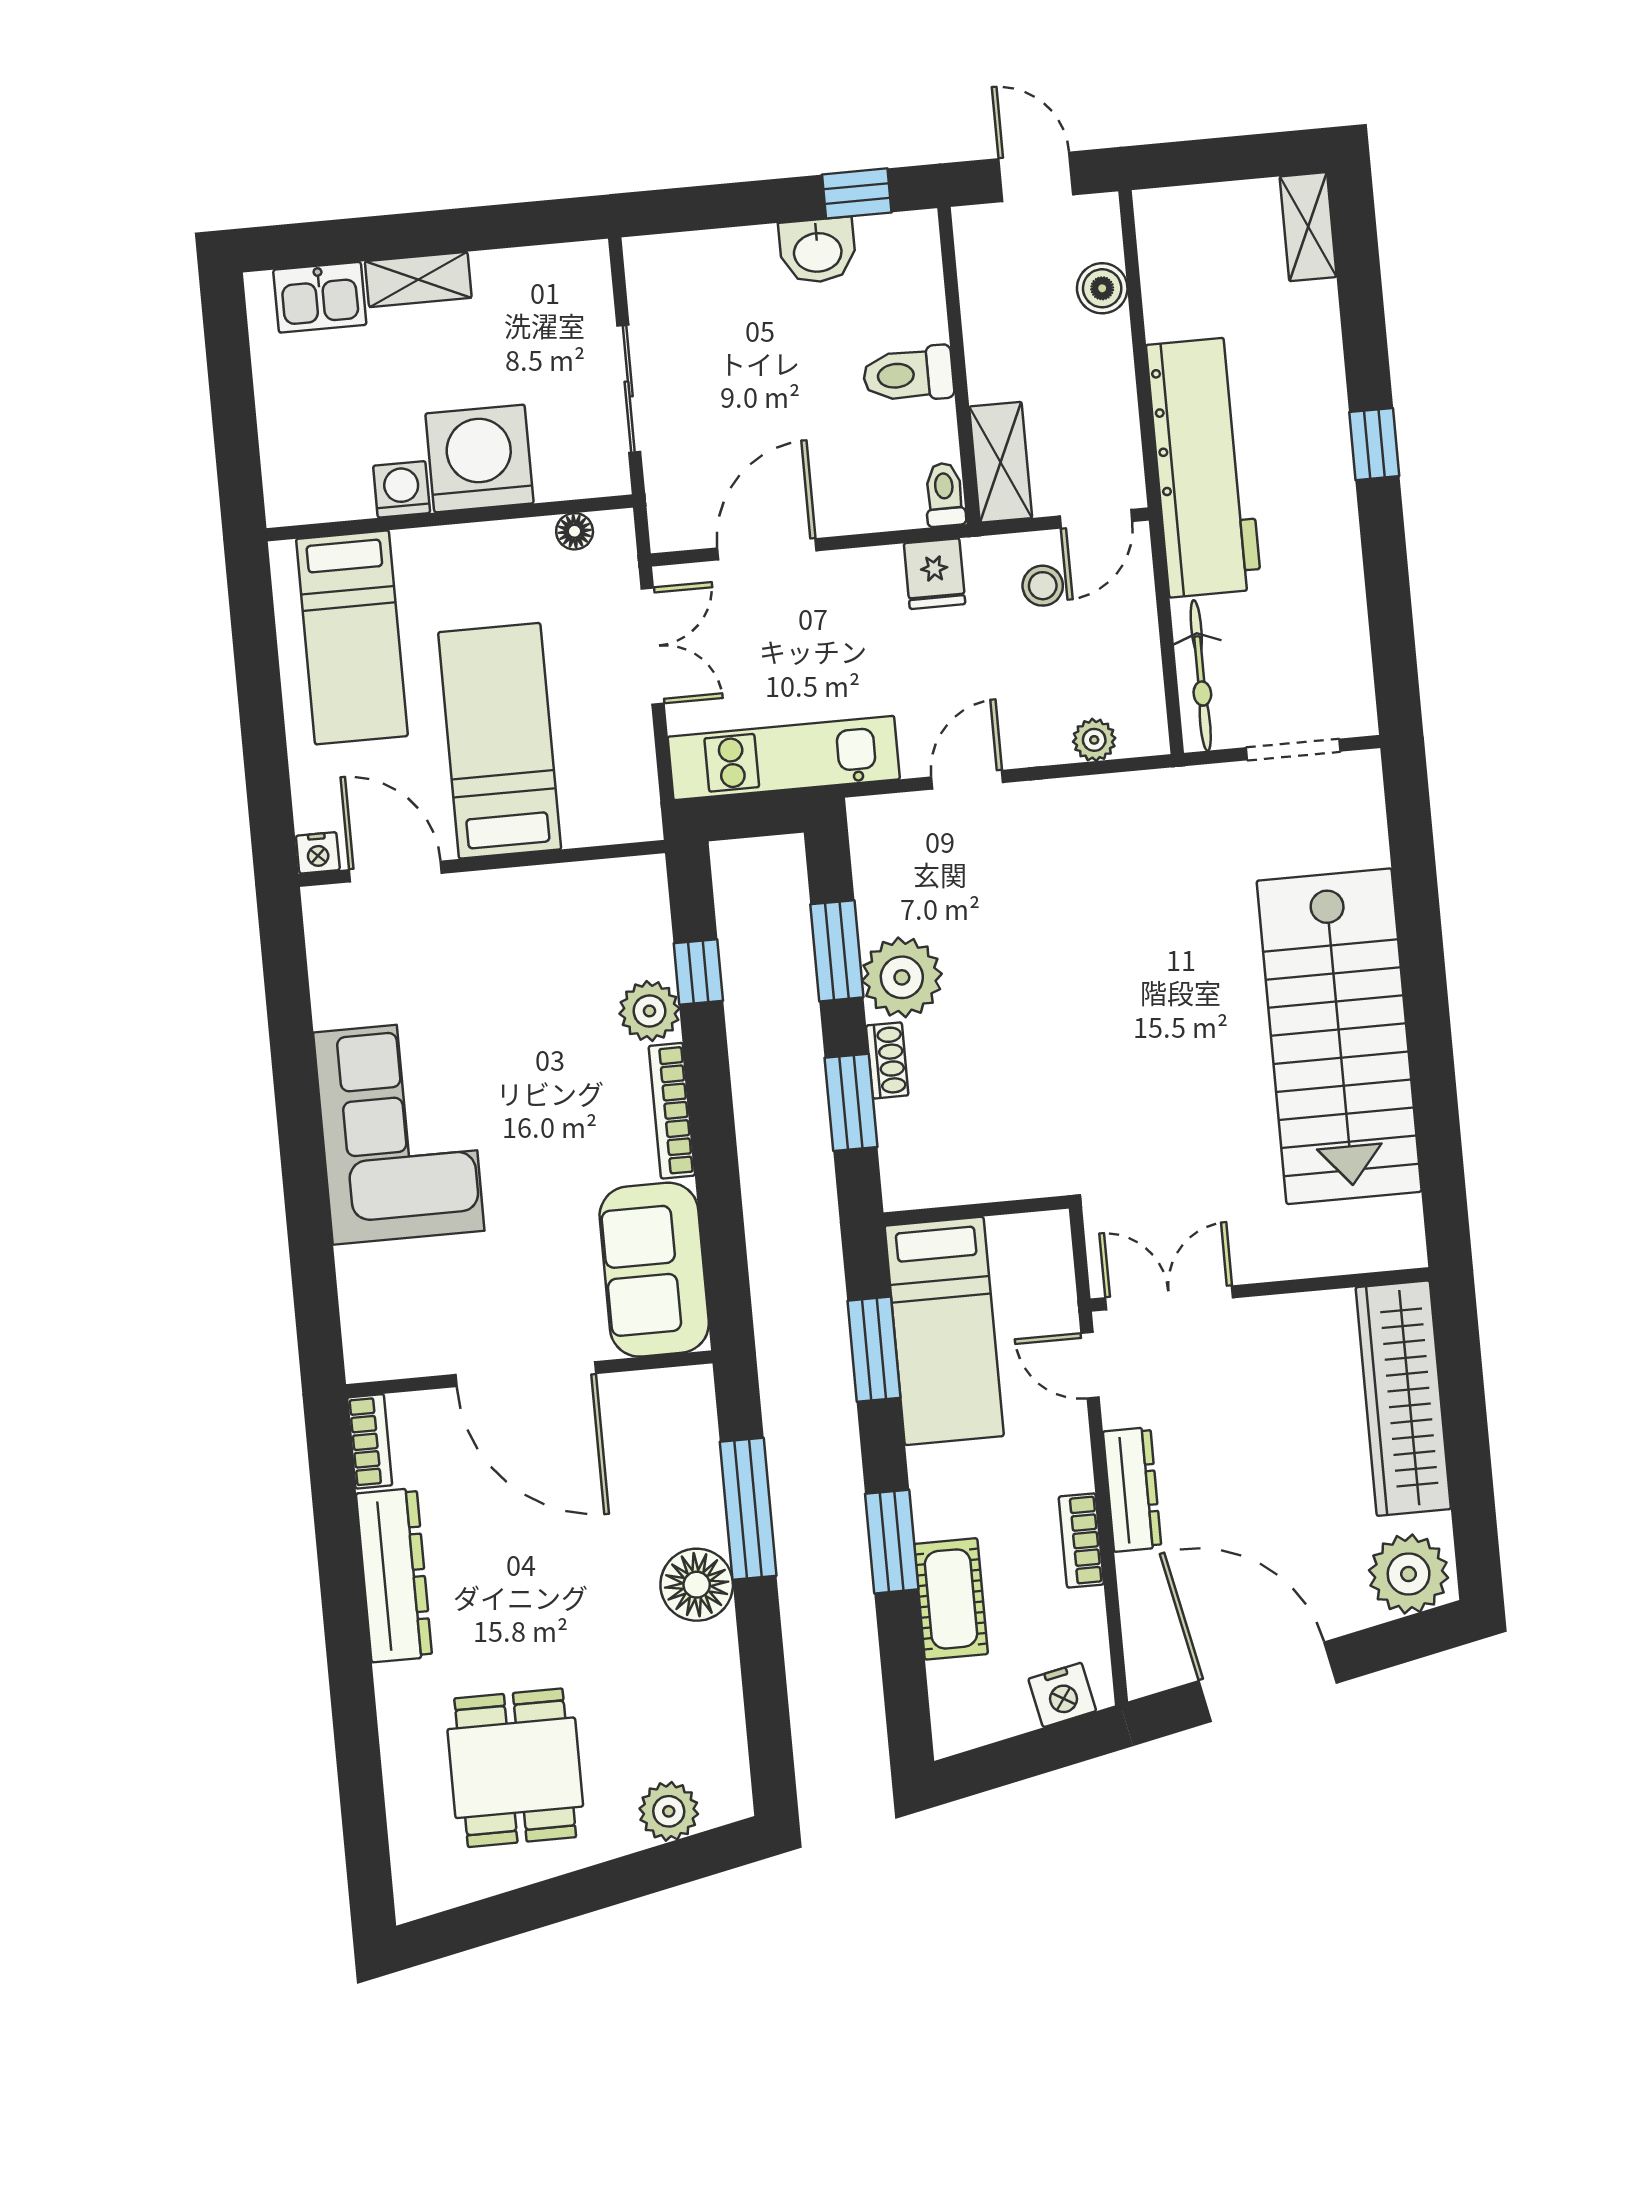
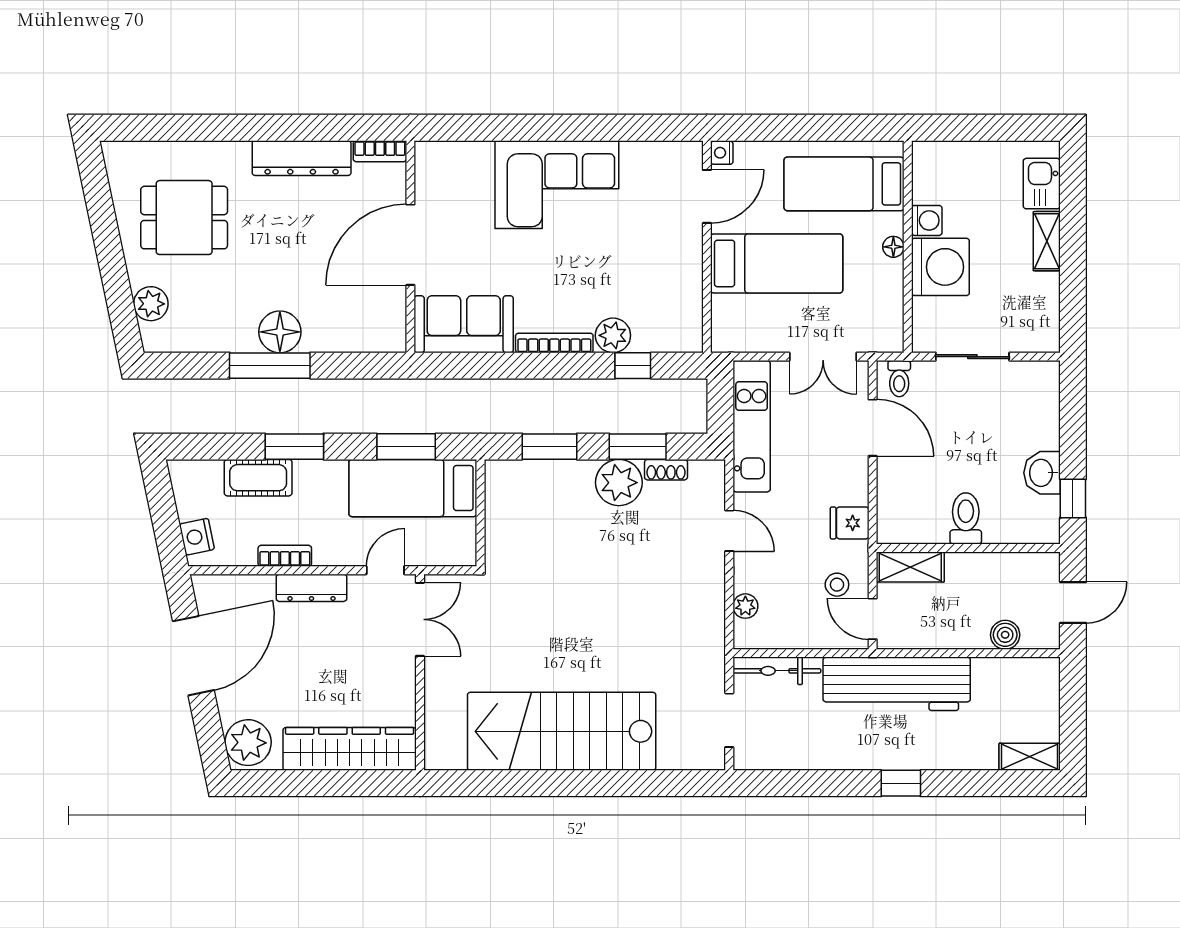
toilet: (945, 495) -> (899, 379), moved, turned 90
floor lamp: (575, 531) -> (893, 247), moved
shoe rack: (887, 1060) -> (666, 470), moved
window: (748, 1509) -> (270, 366), moved

